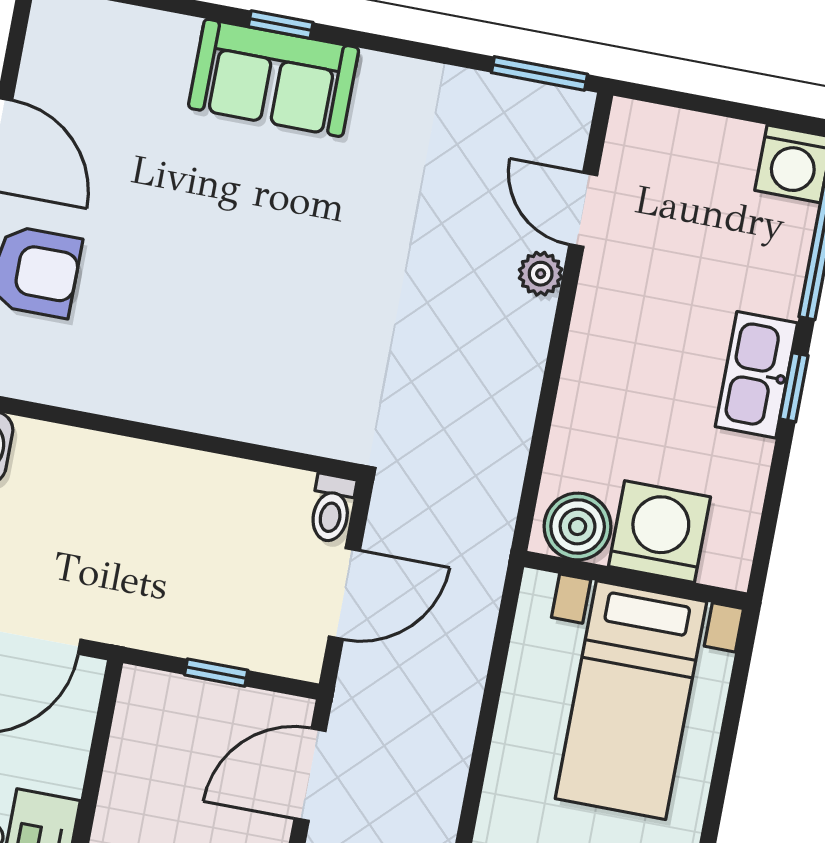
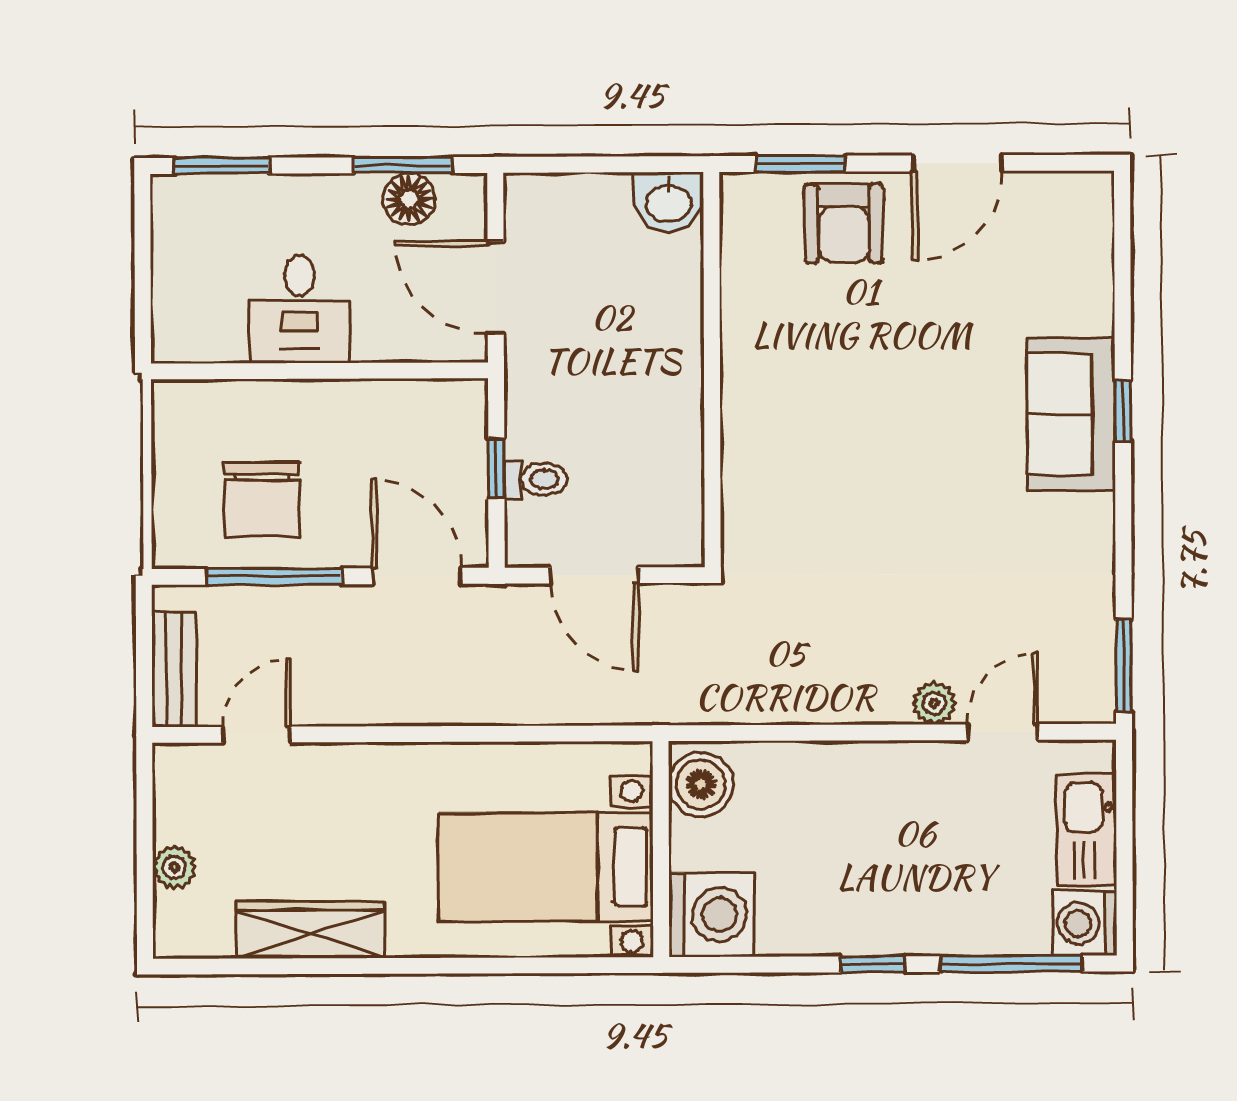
kitchen sink: (756, 375) -> (1087, 830), moved, turned -90
toilet: (332, 508) -> (536, 479), moved, turned 180
washing machine: (659, 532) -> (711, 915), moved

